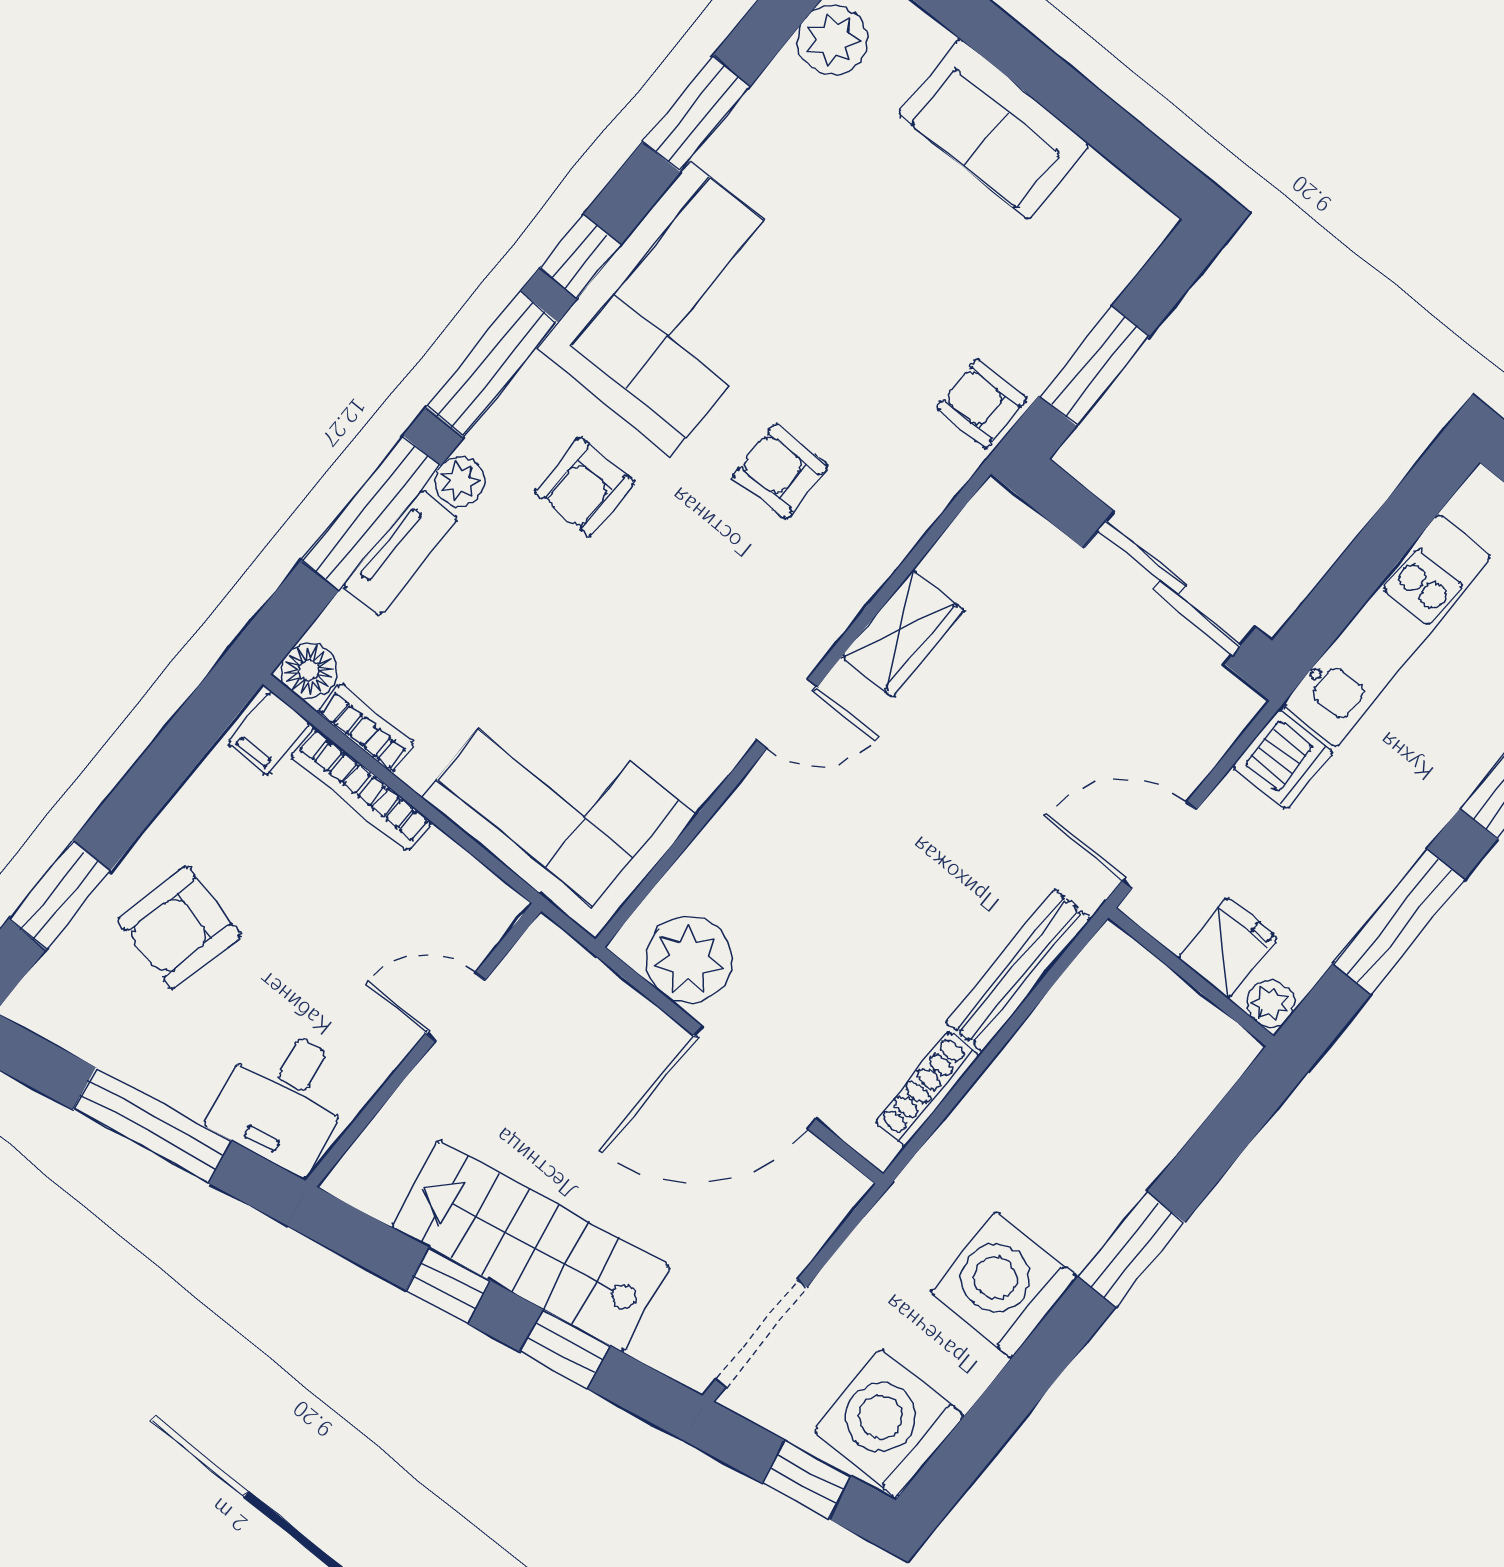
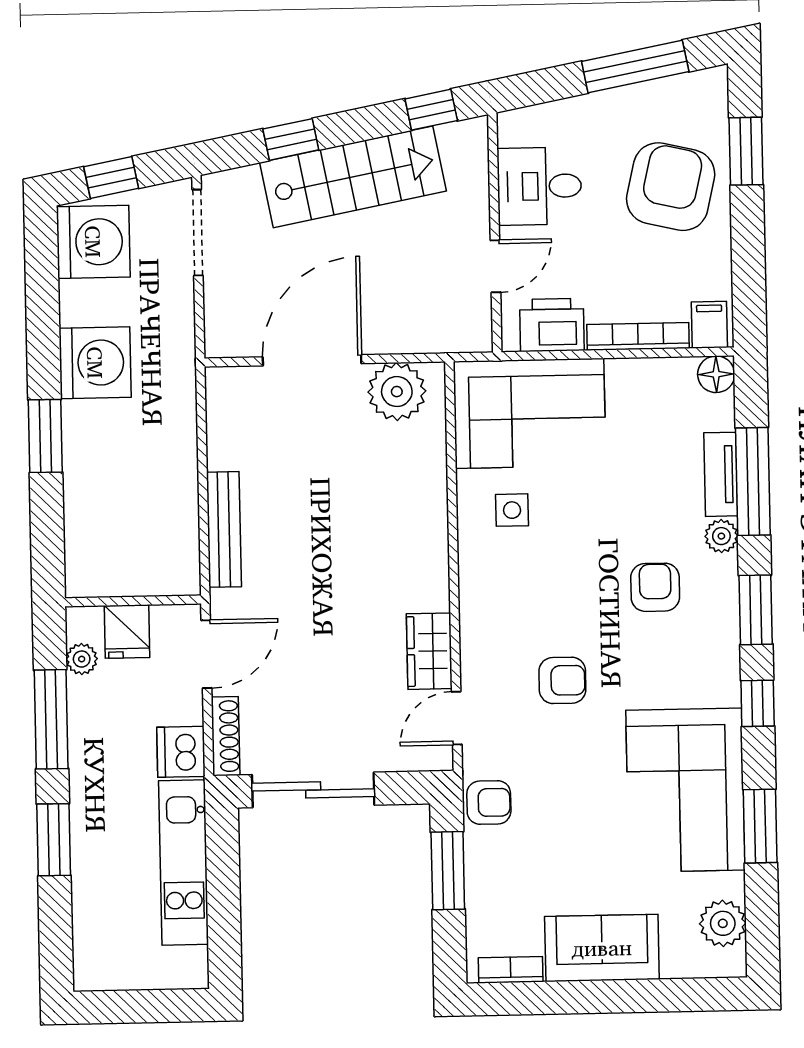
corner sofa: (680, 309) -> (685, 790), moved
window: (492, 364) -> (756, 610), width x0.69
side table: (672, 714) -> (512, 510), added
door: (787, 714) -> (457, 718), moved
bookcase: (366, 728) -> (511, 970), moved, turned 180
printer: (448, 885) -> (552, 325), added
armchair: (179, 928) -> (671, 187), width x1.36, depth x1.36
plant: (1271, 1004) -> (82, 659), moved
shoe rack: (927, 1089) -> (226, 736), moved
desk: (284, 1098) -> (539, 186), moved, turned -79
window: (152, 1125) -> (635, 67), moved
window: (448, 1286) -> (431, 110), moved

